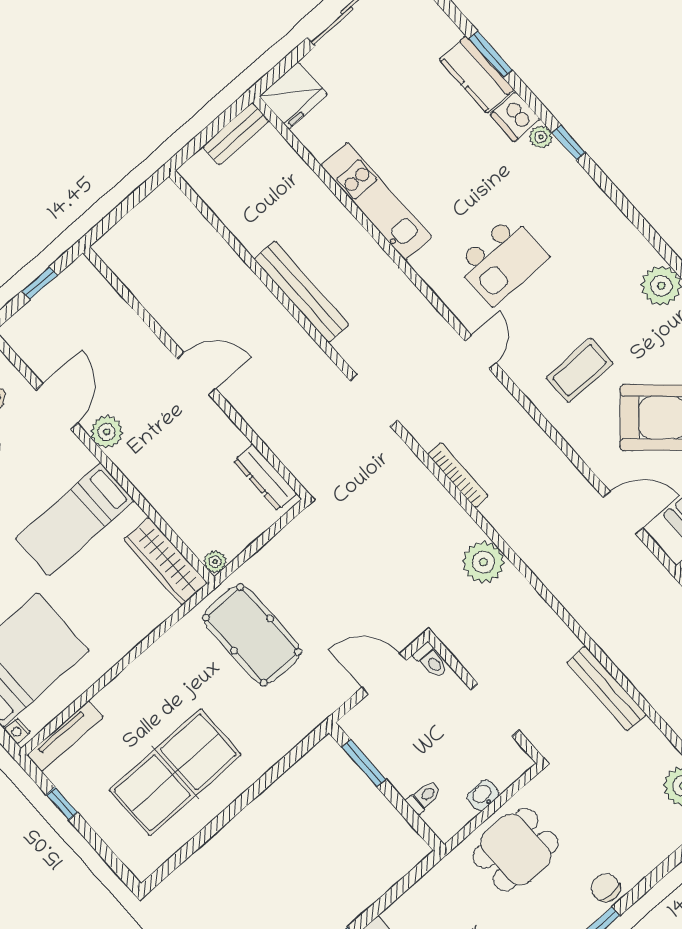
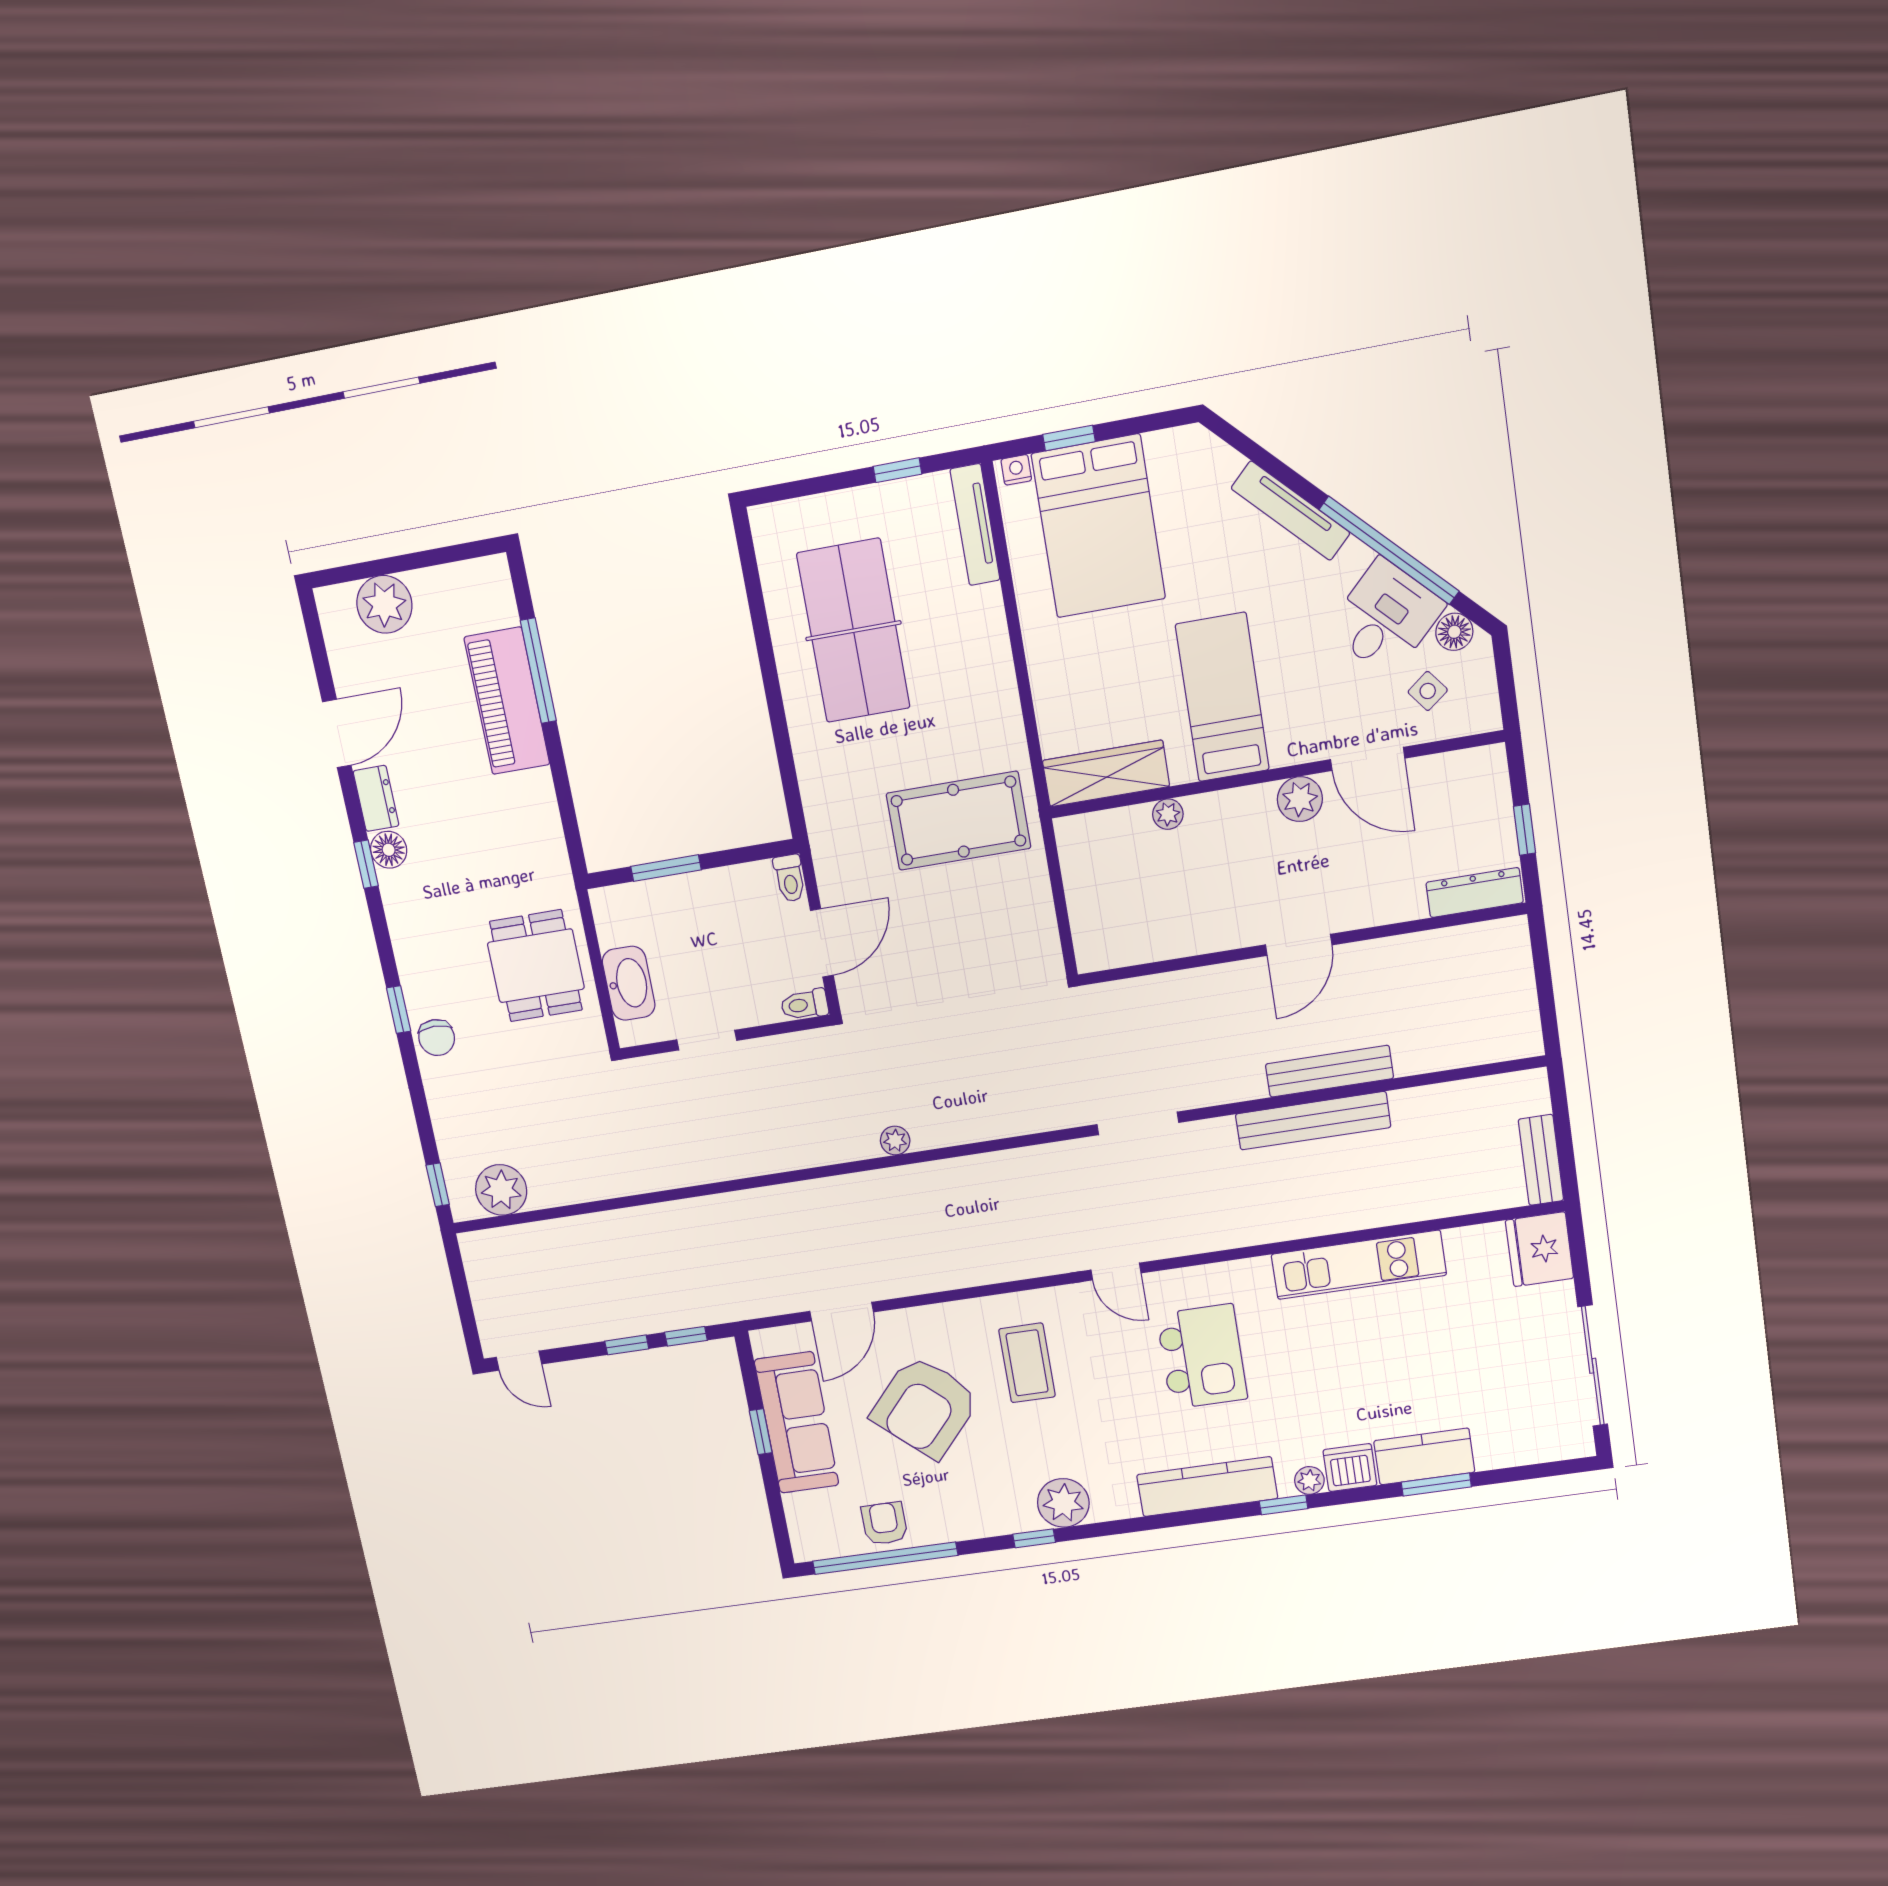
kitchen counter: (588, 200) -> (1207, 1487), added
kitchen island: (502, 261) -> (1202, 1357), turned 180
bookcase: (458, 475) -> (995, 1163), removed
dresser: (265, 477) -> (1475, 893), moved
plant: (215, 562) -> (1168, 814), moved
plant: (483, 562) -> (895, 1141), width x0.53, depth x0.53
bench: (606, 688) -> (1329, 1071), moved
doorway: (495, 710) -> (707, 1040), width x0.73
window: (364, 763) -> (666, 868), moved
washbasin: (483, 795) -> (629, 983), width x1.91, depth x1.45
toilet: (424, 797) -> (790, 878), moved
chair: (606, 888) -> (437, 1038), turned 90

